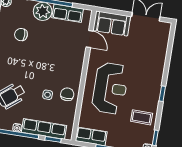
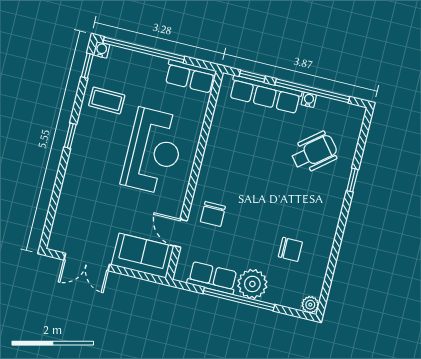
reception desk: (110, 88) -> (154, 151), turned 180
chair: (67, 94) -> (213, 214), moved
side table: (48, 95) -> (255, 149), removed

